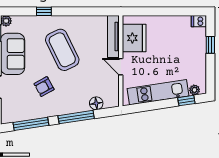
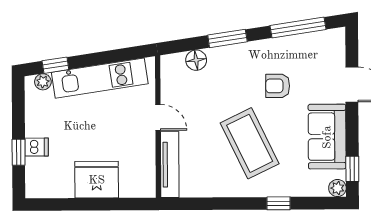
dishwasher: (199, 21) -> (36, 147), moved
fridge: (134, 38) -> (97, 180), moved, turned 90
armchair: (44, 87) -> (278, 86), turned -151
window: (76, 117) -> (227, 38), width x0.69

